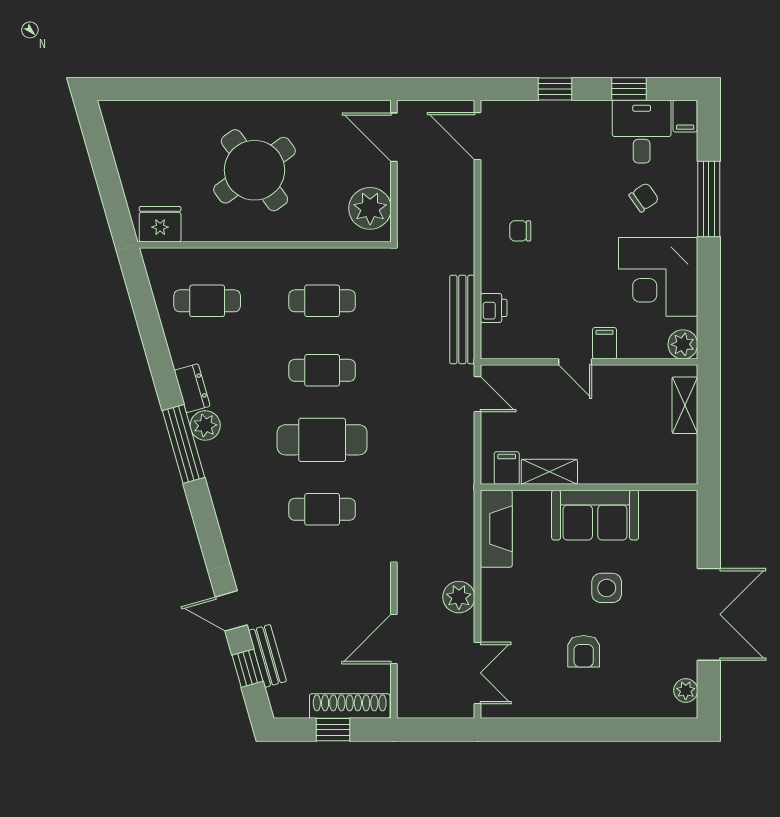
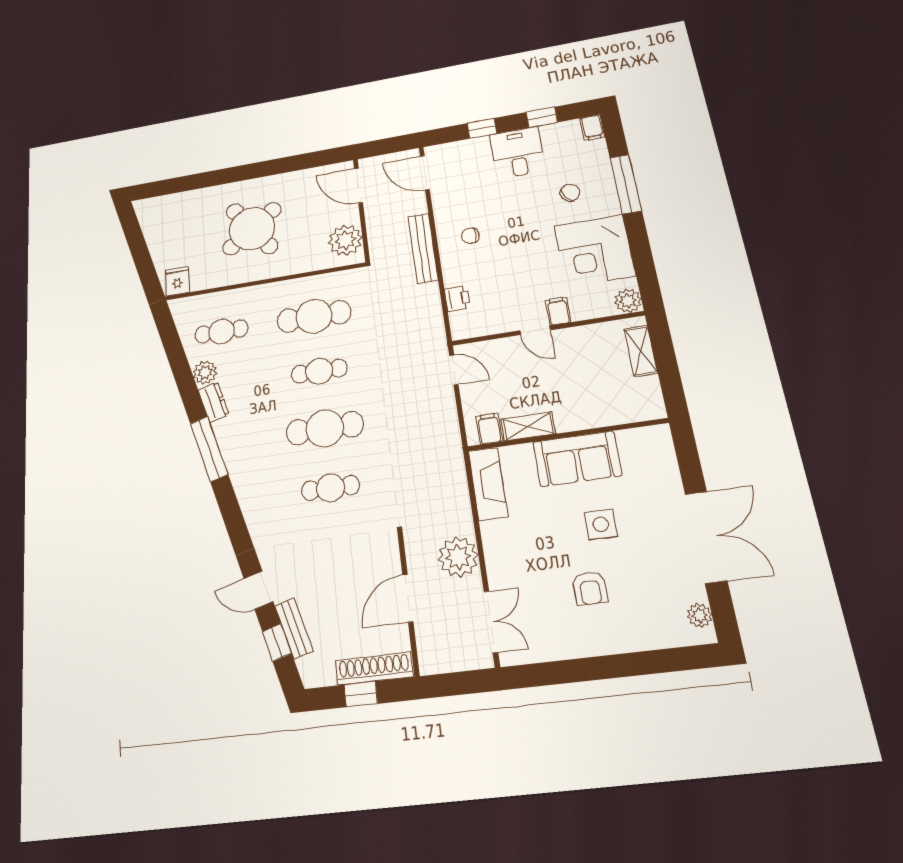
desk: (642, 132) -> (517, 153), moved
fridge: (160, 224) -> (177, 281), width x0.72
cafe table: (322, 301) -> (314, 316), width x1.37, depth x1.35
bench: (462, 319) -> (423, 248), moved
plant: (205, 425) -> (205, 372), moved
plant: (459, 597) -> (458, 557), width x1.36, depth x1.36

